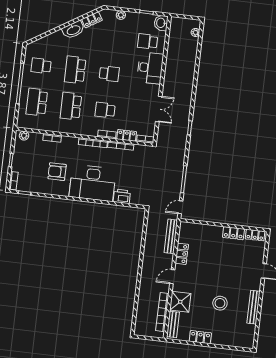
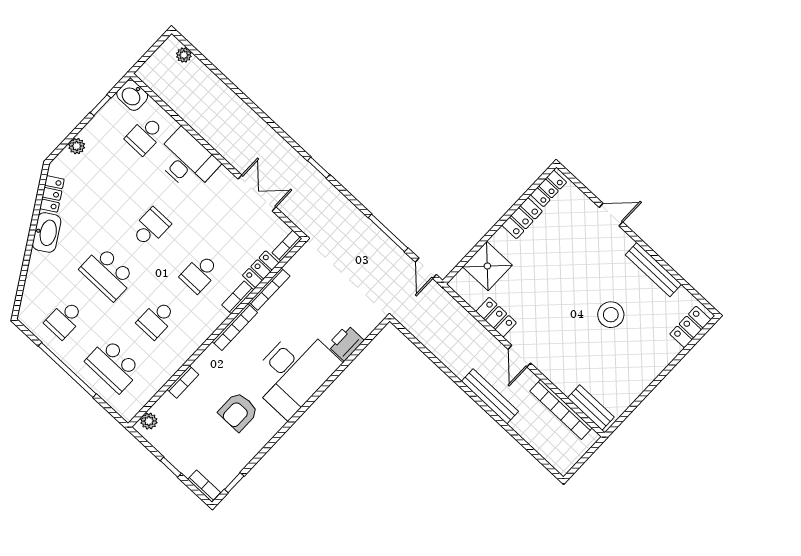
school desk: (71, 106) -> (156, 319), width x0.54
bench: (171, 236) -> (490, 396), moved
shower: (180, 302) -> (487, 266), moved
locker: (200, 337) -> (690, 327), moved

